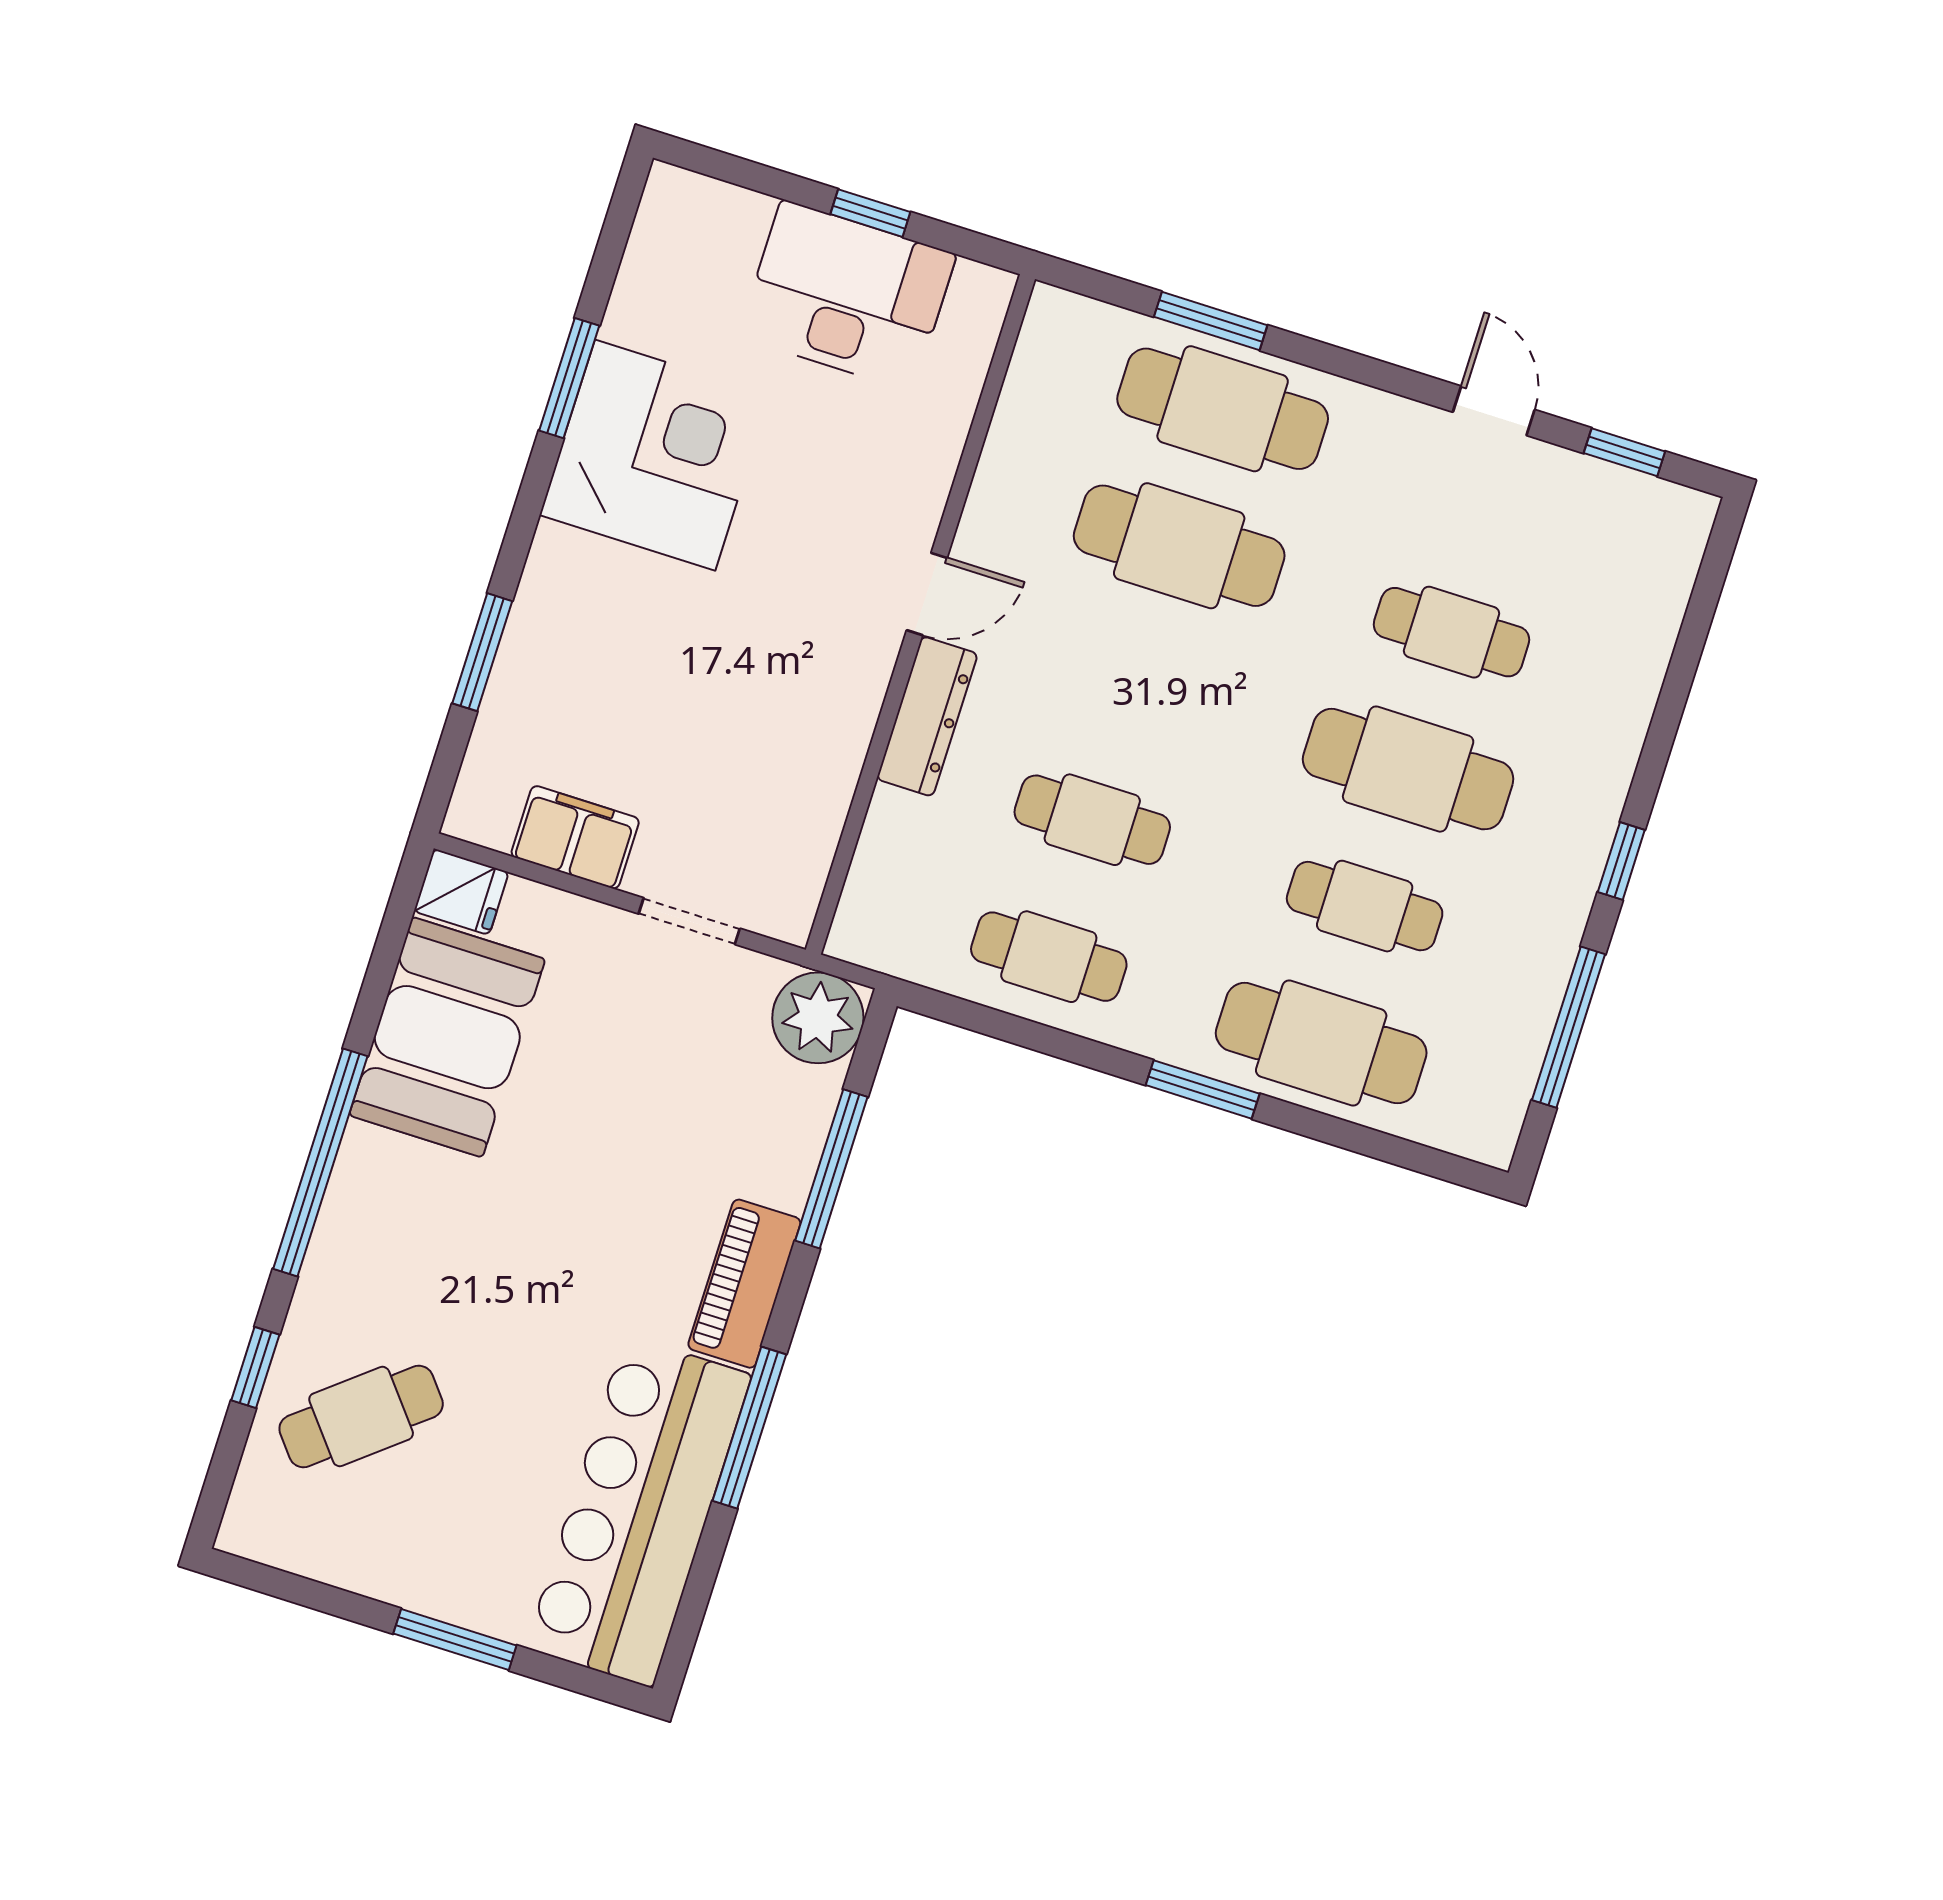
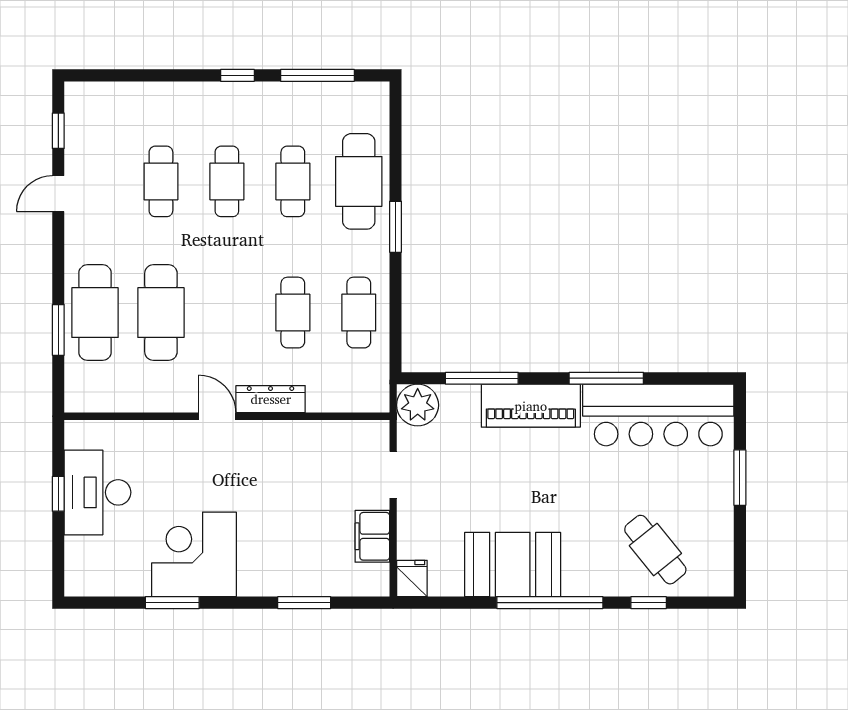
cafe table: (1408, 769) -> (227, 181), width x0.73, depth x0.74
booth: (447, 1037) -> (513, 565), moved
piano: (744, 1284) -> (531, 406), width x1.37, depth x1.33

